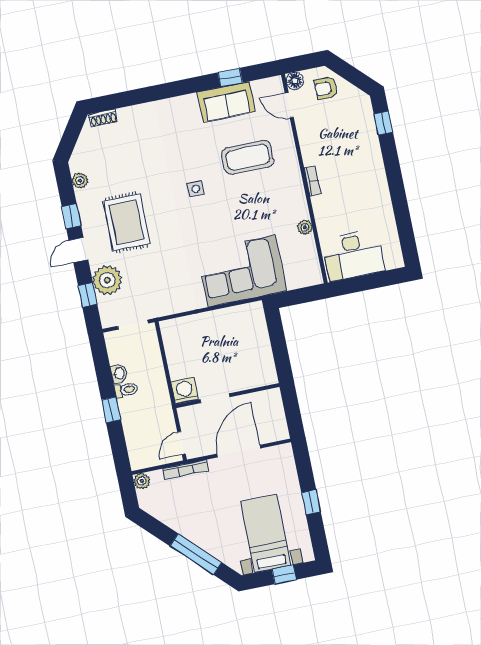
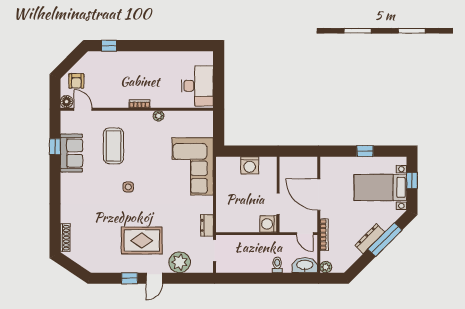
door: (289, 105) -> (83, 109), swing flipped
shoe rack: (103, 118) -> (65, 238), width x1.43
plant: (80, 181) -> (106, 267), removed
plant: (305, 227) -> (158, 116), moved
door: (78, 250) -> (154, 278), hinge flipped
window: (88, 295) -> (187, 278), removed
dresser: (165, 307) -> (207, 225), added
washing machine: (259, 349) -> (250, 165), added
washbasin: (119, 374) -> (305, 265), moved, width x1.91, depth x1.45
toilet: (126, 390) -> (277, 265), moved
window: (111, 410) -> (271, 278), removed
dresser: (193, 533) -> (370, 239), added

